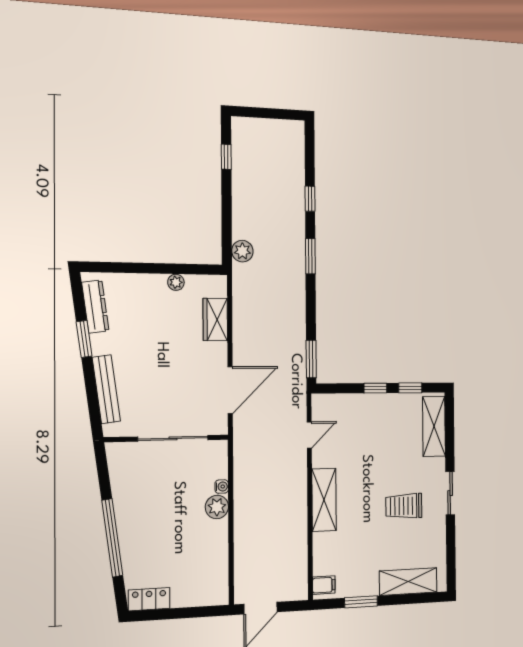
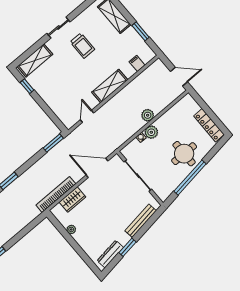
plant: (242, 251) -> (148, 115), moved
bookcase: (241, 303) -> (56, 194), added
window: (375, 388) -> (41, 103), removed
door: (309, 435) -> (87, 116), hinge flipped
round table: (149, 530) -> (184, 154), added
window: (112, 538) -> (190, 178), moved
filing cabinet: (324, 585) -> (137, 63), moved
locker: (149, 599) -> (209, 125), width x1.53

